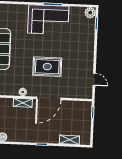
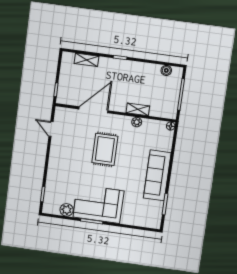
plant: (90, 13) -> (67, 210), moved
rug: (47, 67) -> (105, 149), turned 90
door: (49, 98) -> (93, 110), moved

